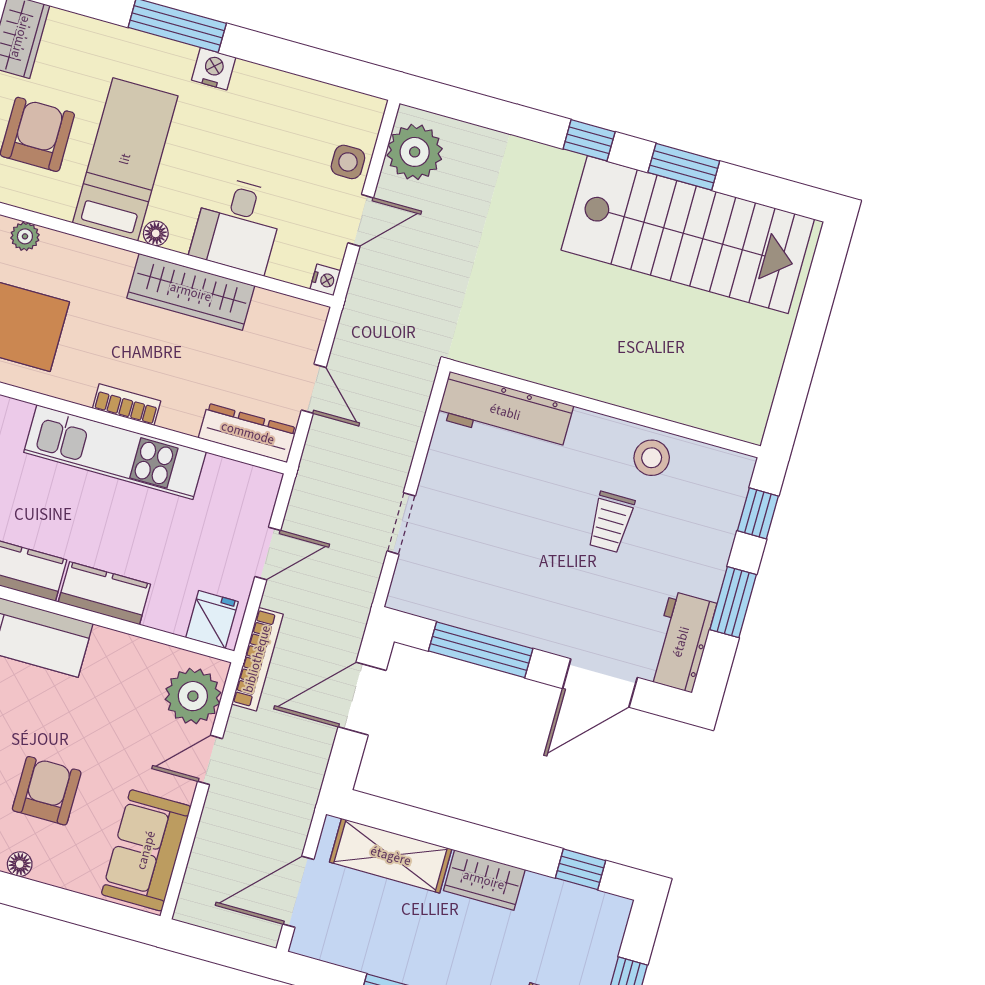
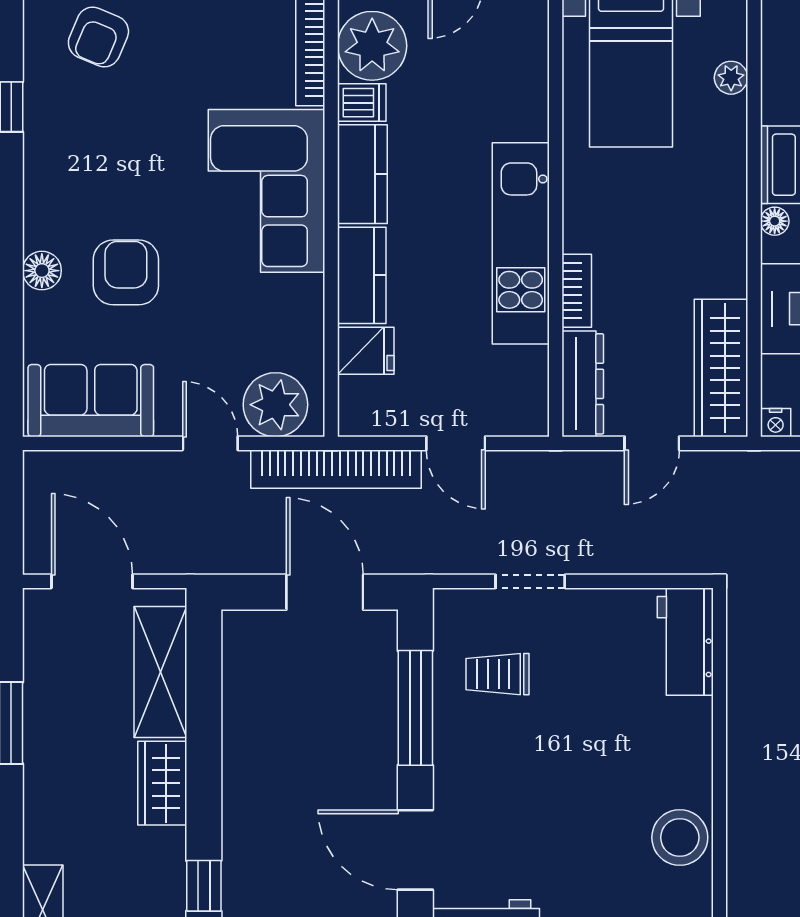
wardrobe: (191, 292) -> (721, 368), moved
bookcase: (127, 405) -> (577, 291), moved
workbench: (505, 412) -> (685, 642), width x0.73
stool: (652, 458) -> (680, 837), width x1.38, depth x1.38
trolley: (611, 522) -> (498, 674), moved
fridge: (212, 620) -> (366, 351), moved
bookcase: (257, 659) -> (336, 469), width x1.48, depth x1.31
armchair: (47, 791) -> (126, 272), turned -90
floor lamp: (20, 864) -> (42, 271), width x1.37, depth x1.37

